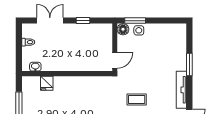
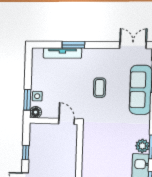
tv unit: (181, 90) -> (62, 53), moved
coffee table: (137, 99) -> (100, 88), moved

